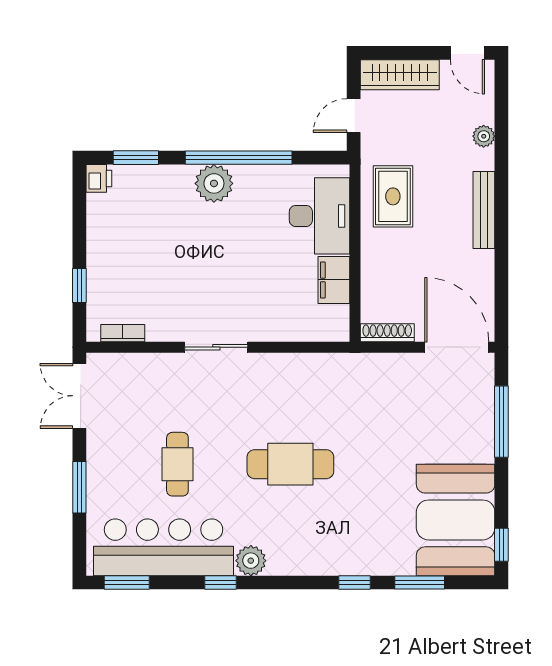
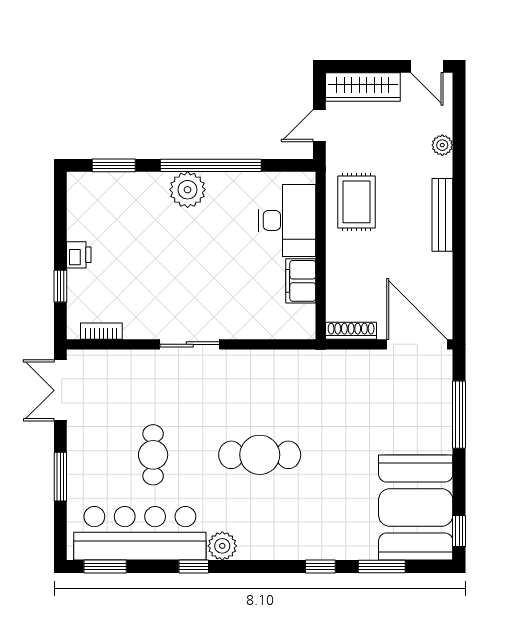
printer: (99, 178) -> (79, 255), moved

